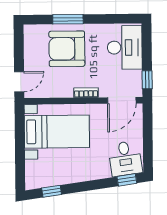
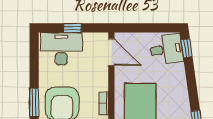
window: (147, 80) -> (72, 28), moved
bookcase: (86, 93) -> (104, 103), moved

